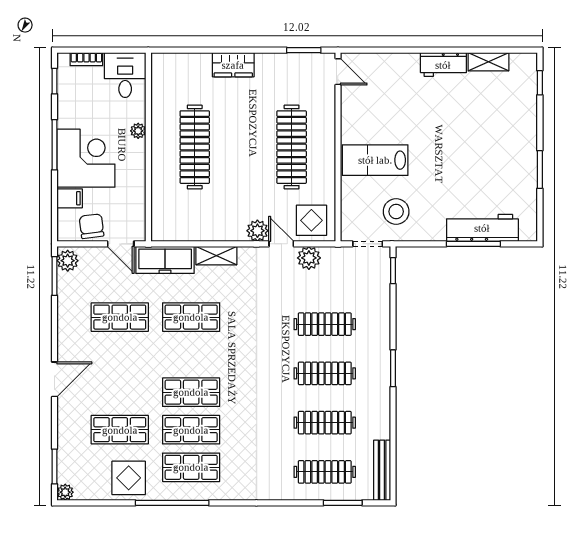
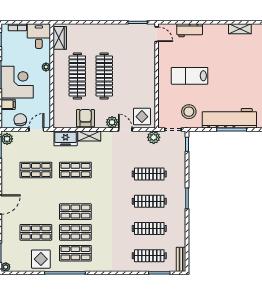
wardrobe: (233, 65) -> (60, 38), moved, turned -90
workbench: (443, 65) -> (190, 30), moved
clothes rail: (292, 147) -> (104, 76), moved
lab bench: (375, 160) -> (190, 76), moved
armchair: (209, 223) -> (85, 118), added
workbench: (482, 228) -> (229, 118), width x1.36, depth x1.32
door: (121, 244) -> (36, 130), swing flipped
plant: (309, 258) -> (154, 137), moved
freezer: (165, 260) -> (66, 138), width x0.71
bench: (382, 470) -> (181, 259), width x0.73

